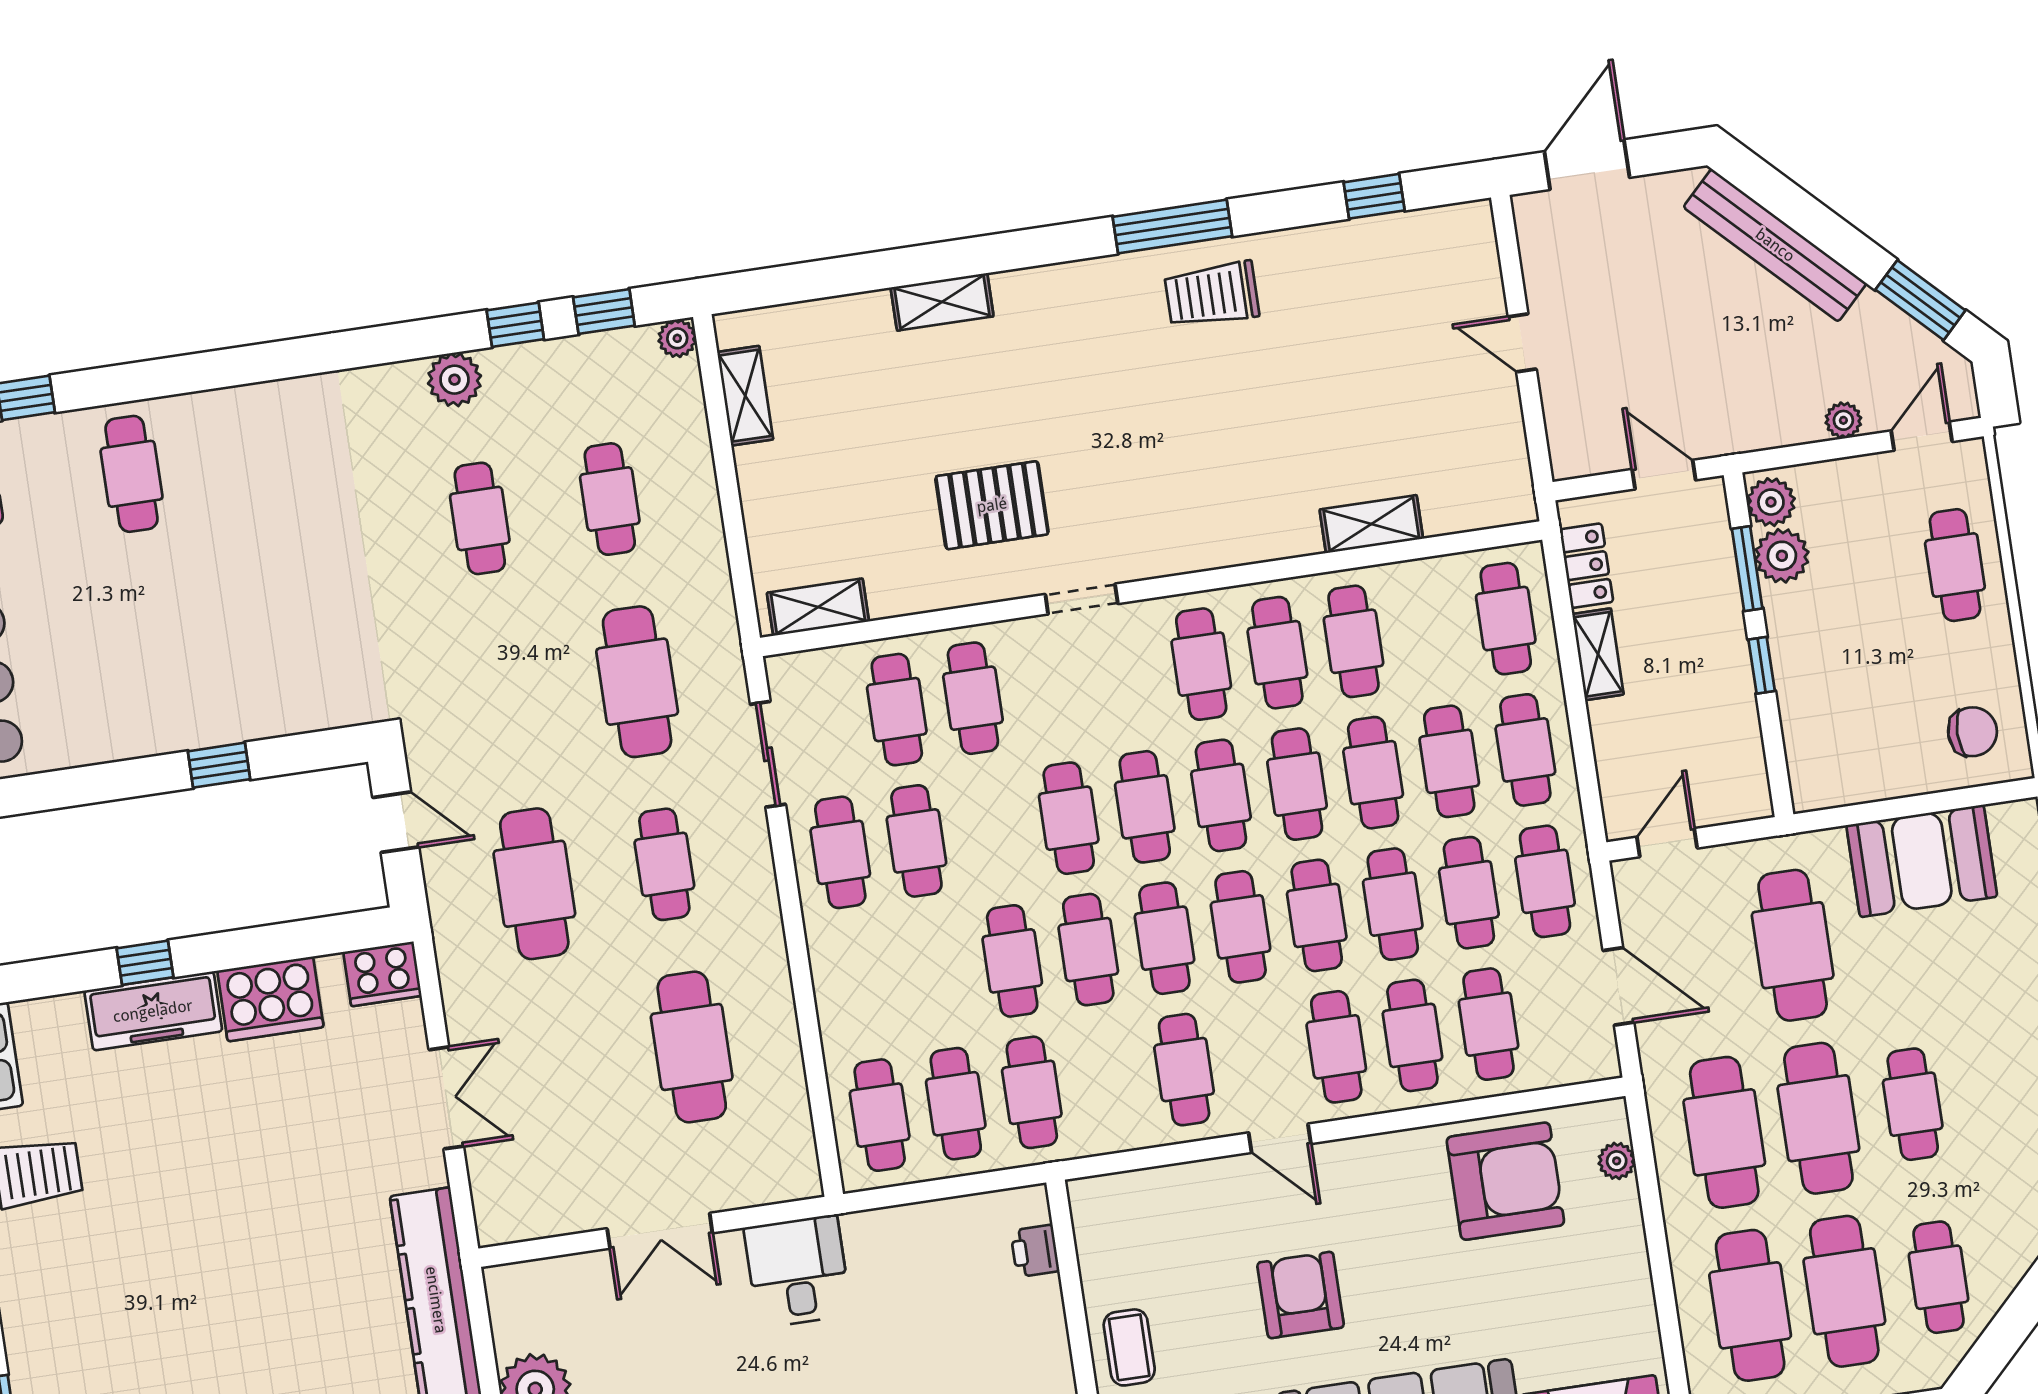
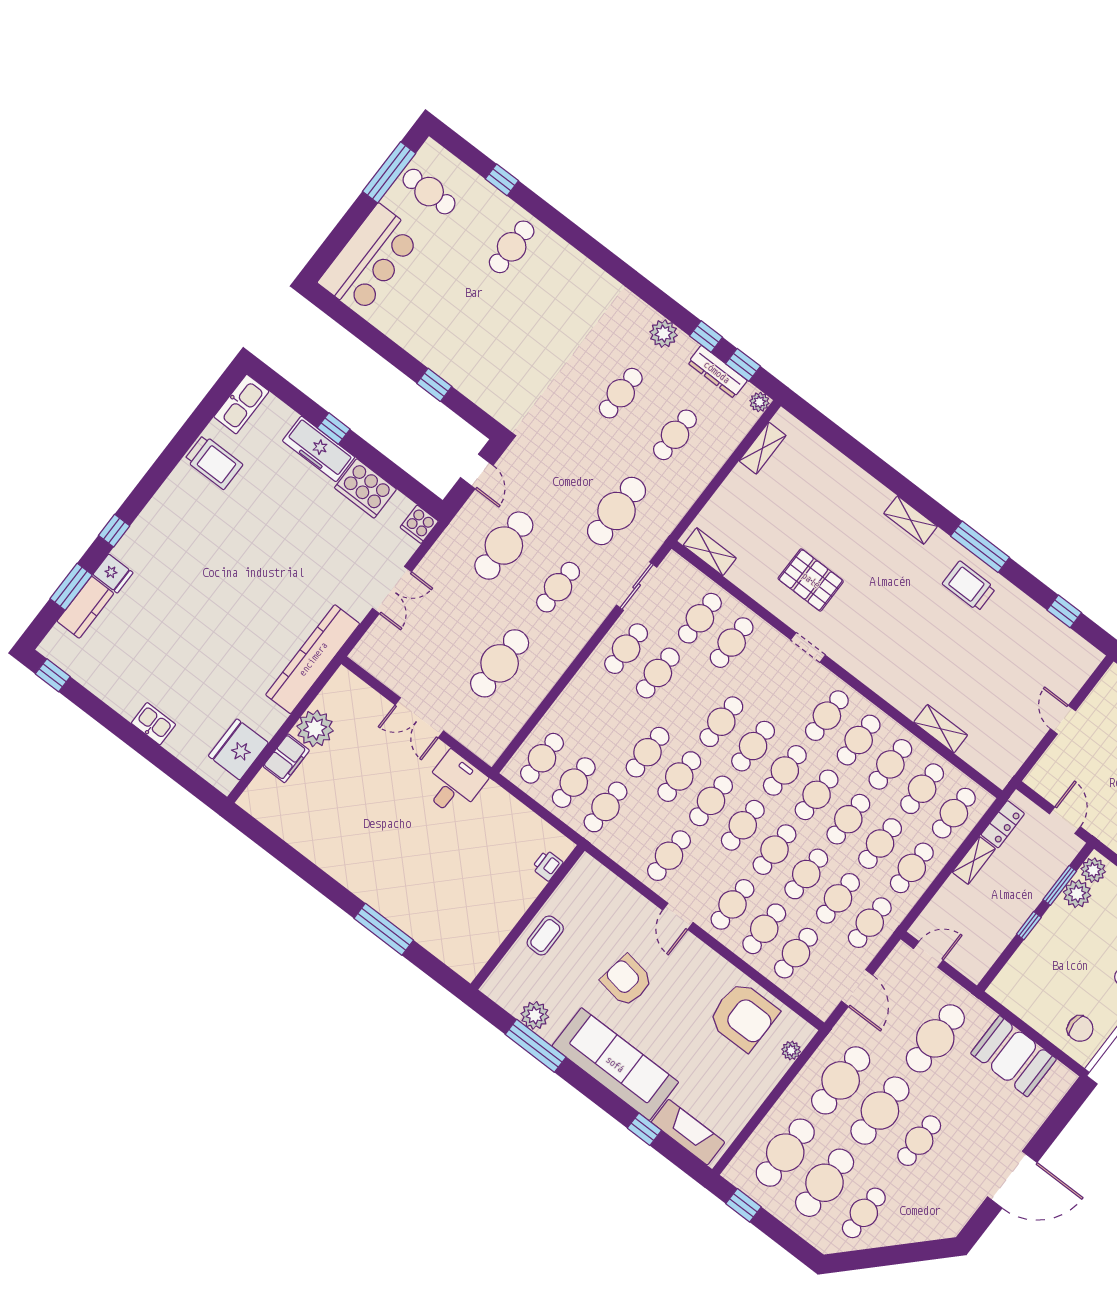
shelving: (942, 302) -> (911, 520), moved
dresser: (579, 356) -> (717, 372), added
cafe table: (1430, 630) -> (922, 789), added
cooker: (382, 974) -> (419, 524), width x0.73
armchair: (1301, 1295) -> (627, 981), turned -81

